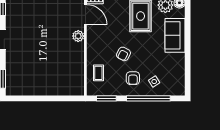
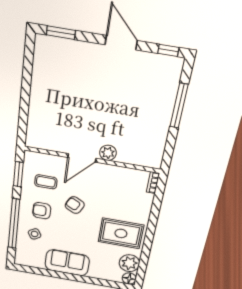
door: (85, 15) -> (82, 158), moved
sofa: (175, 35) -> (67, 263), moved
coffee table: (98, 73) -> (46, 182), moved

